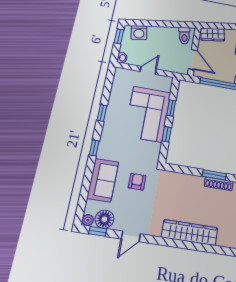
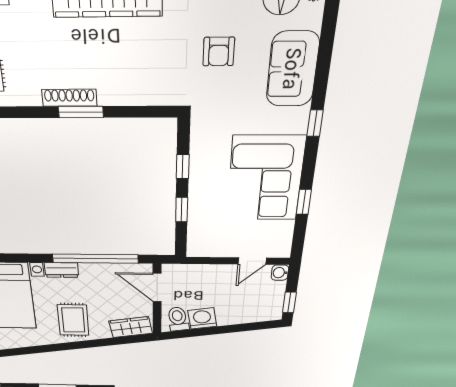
washing machine: (139, 33) -> (202, 318), moved
door: (148, 70) -> (252, 261), moved
window: (102, 113) -> (304, 202), moved
corner sofa: (148, 114) -> (265, 179), moved, turned 180
armchair: (137, 182) -> (219, 52), moved

